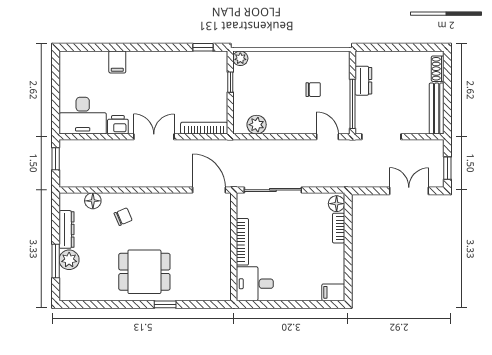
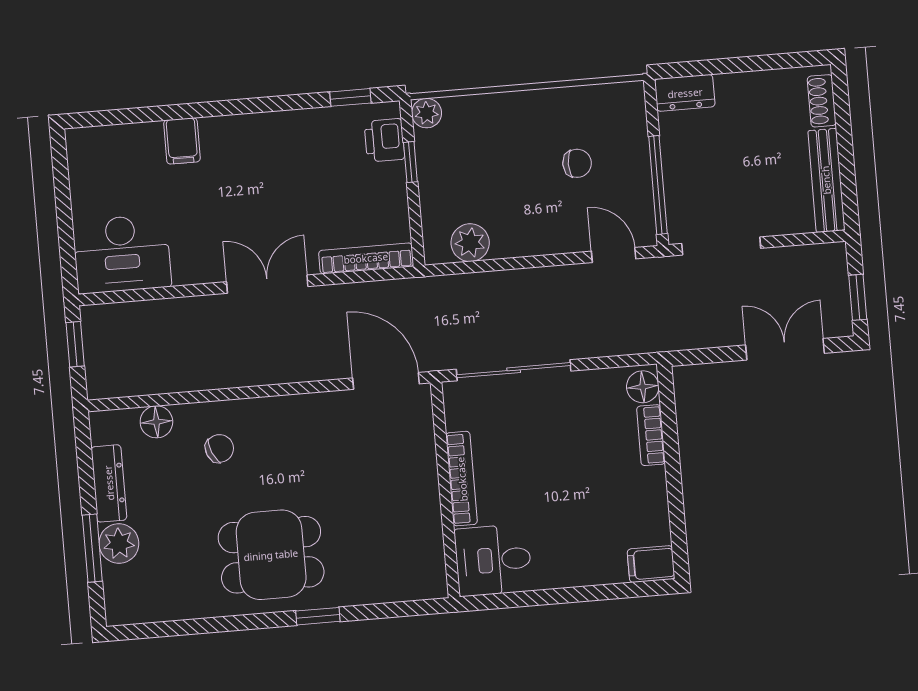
dresser: (363, 81) -> (685, 93), moved, turned 90
printer: (118, 125) -> (384, 140), moved, turned -90

